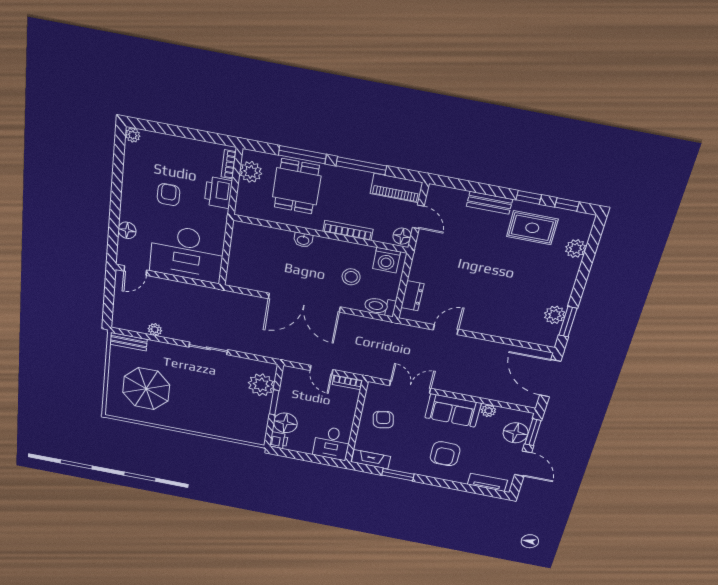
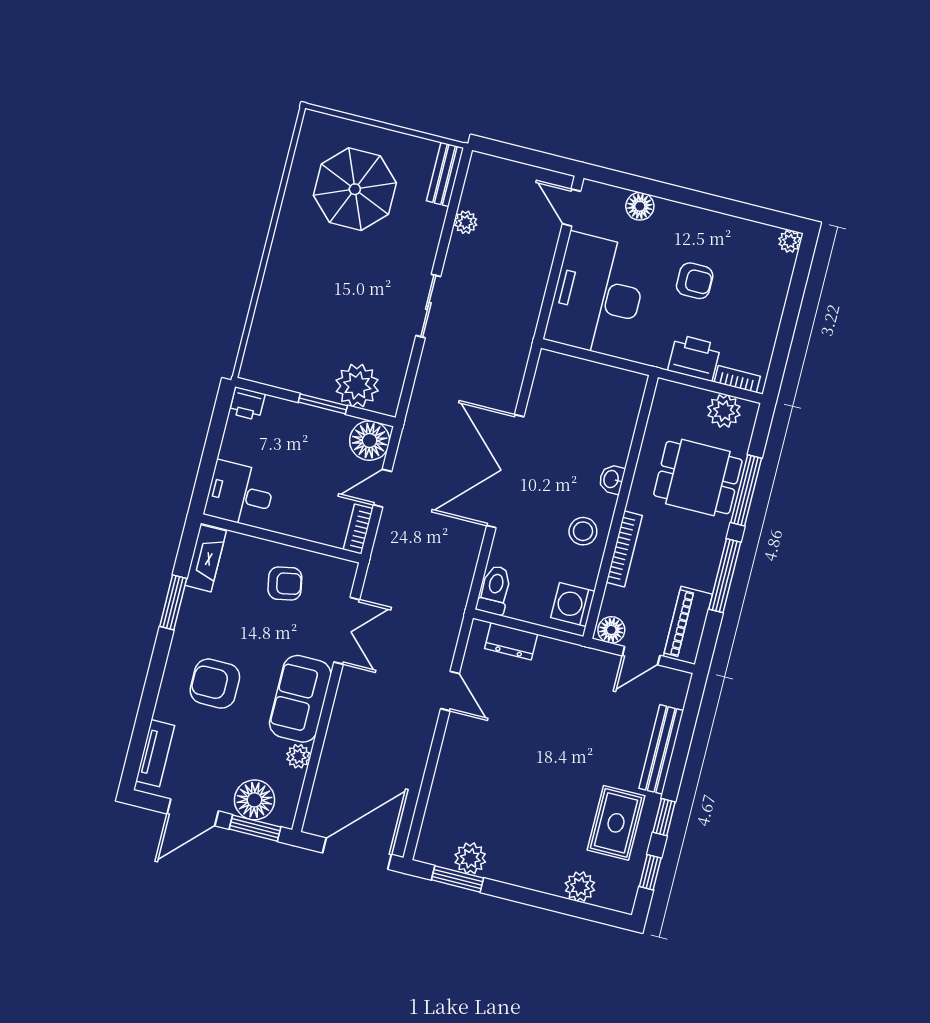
bench: (489, 203) -> (661, 749), width x1.36
stool: (351, 277) -> (583, 531), moved
floor lamp: (285, 423) -> (370, 441), moved

